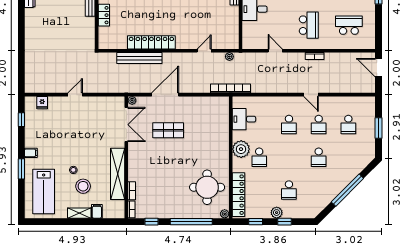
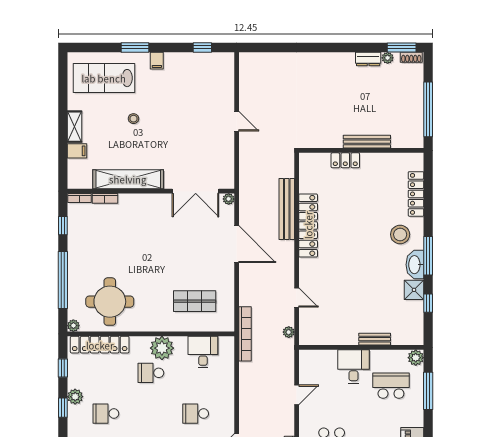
fridge: (42, 103) -> (226, 76), removed
shop shelf: (168, 130) -> (195, 301), moved, turned 90
stool: (83, 186) -> (111, 132), removed

